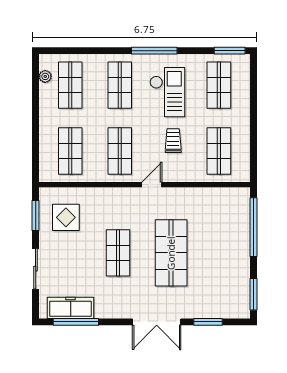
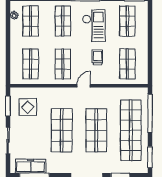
shop shelf: (118, 253) -> (62, 130), width x1.43, depth x1.36
shop shelf: (224, 253) -> (131, 130), added

